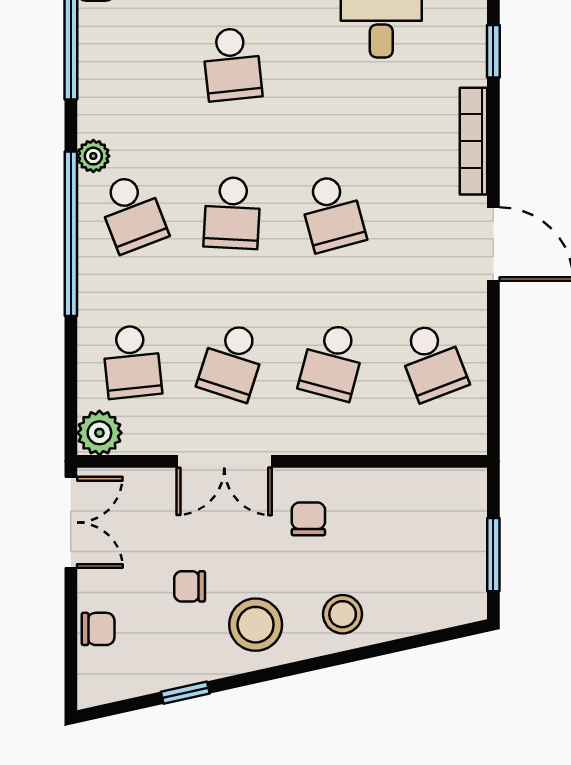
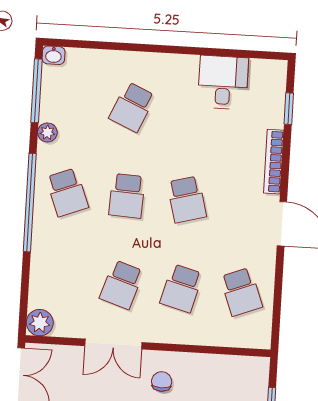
school desk: (232, 64) -> (132, 107), turned 30
plant: (93, 156) -> (47, 132), moved
school desk: (132, 361) -> (62, 281), removed

